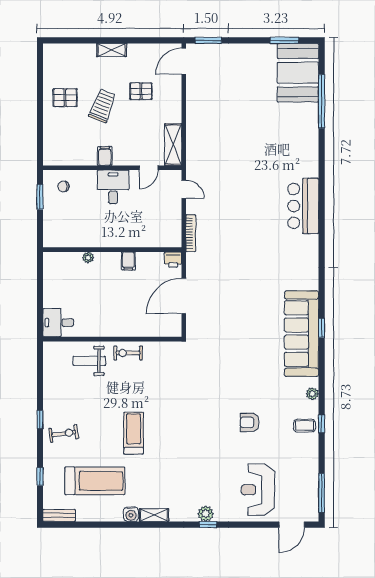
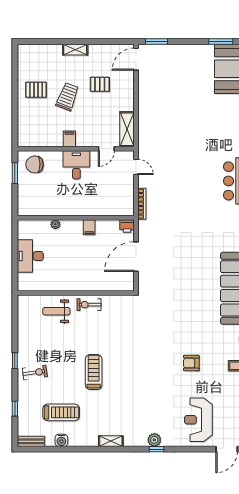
chair: (63, 186) -> (35, 164), width x1.87, depth x1.87
desk: (58, 323) -> (30, 256), moved, width x1.37
treadmill: (95, 481) -> (61, 412), width x0.73, depth x0.73
water cooler: (131, 514) -> (61, 440), moved

